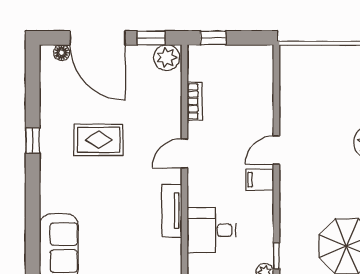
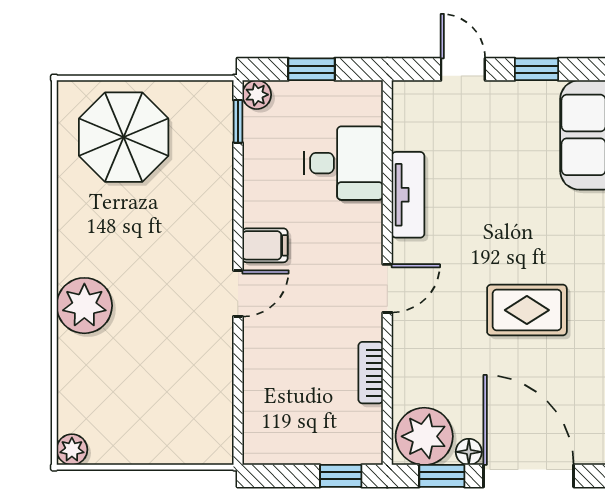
floor lamp: (62, 53) -> (469, 452), moved
plant: (167, 58) -> (424, 436), width x1.36, depth x1.36

